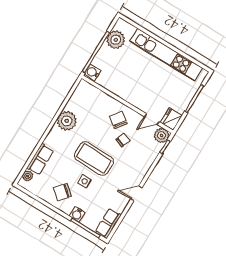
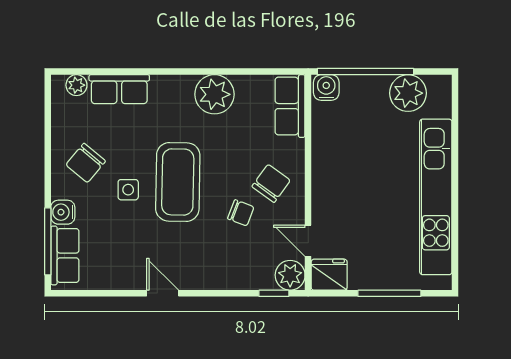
row of seats: (91, 92) -> (290, 106), added
chair: (62, 192) -> (86, 163), turned -90
row of seats: (108, 223) -> (65, 255), moved, turned 90

